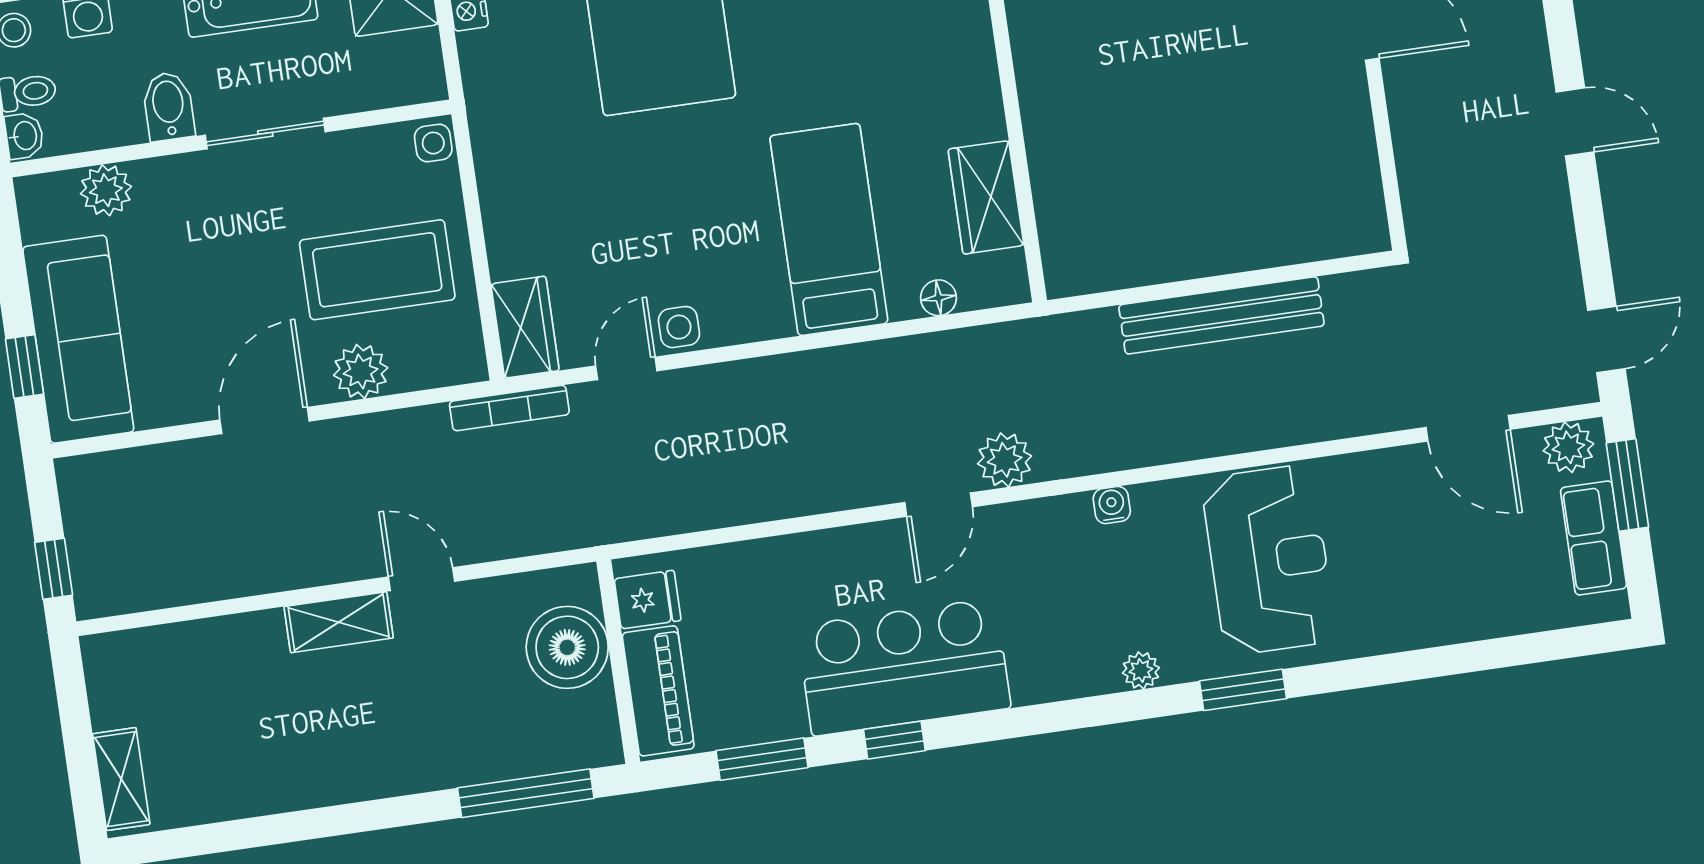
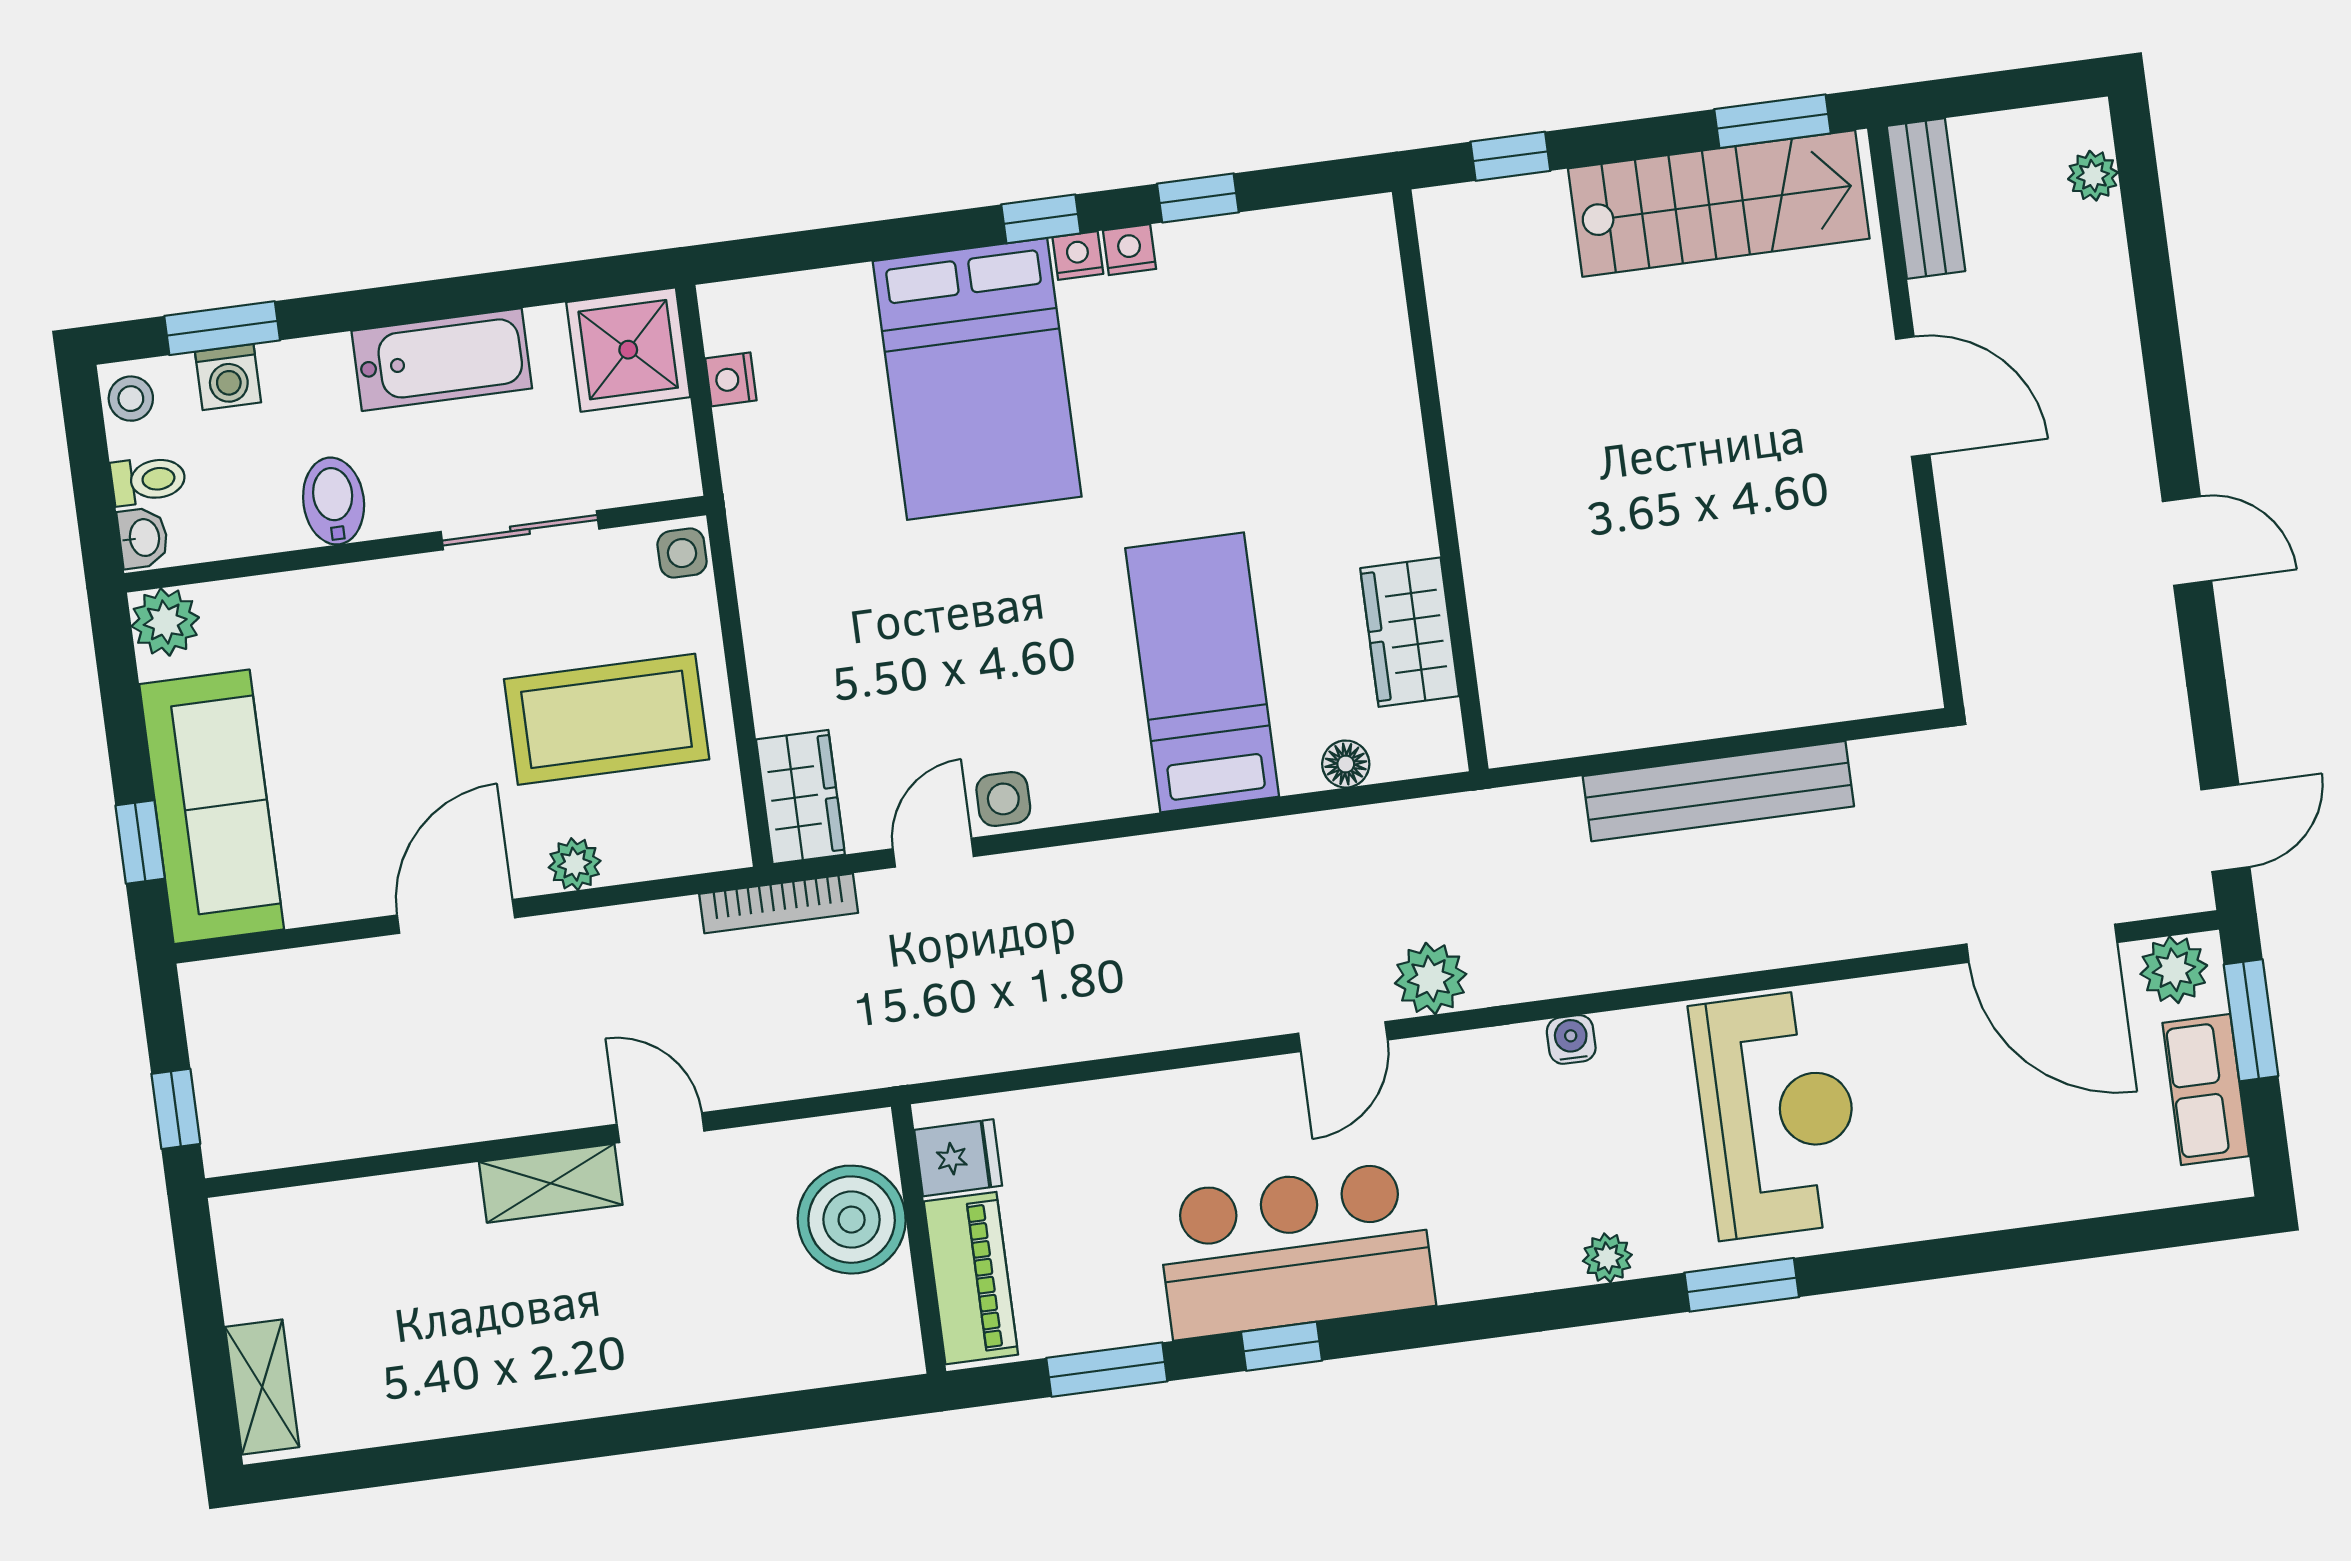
sliding door: (265, 133) -> (520, 530), moved
plant: (106, 190) -> (165, 622), moved
plant: (361, 371) -> (575, 864), width x0.73, depth x0.73
door: (1468, 428) -> (2042, 943), width x1.36
window: (526, 793) -> (795, 1411), removed

